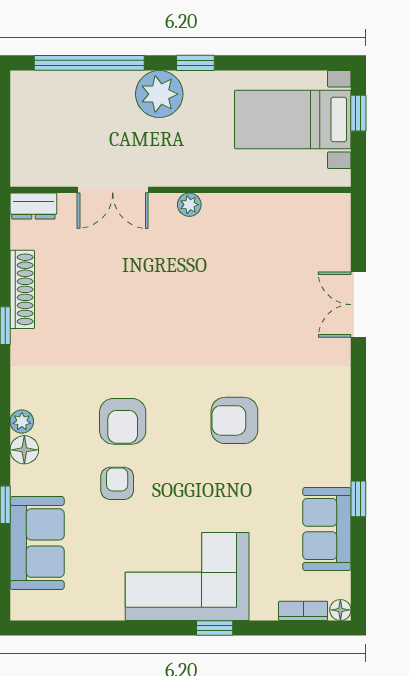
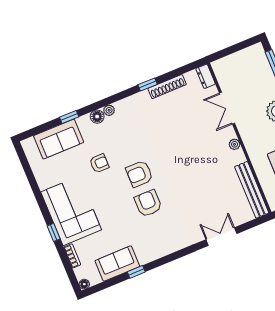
bench: (292, 208) -> (252, 190), added
armchair: (123, 421) -> (139, 174), moved
bookcase: (303, 611) -> (72, 256), moved

